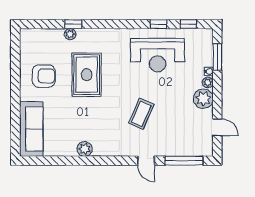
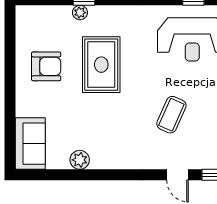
sofa: (31, 129) -> (30, 144), width x0.73
plant: (85, 149) -> (80, 160), moved

